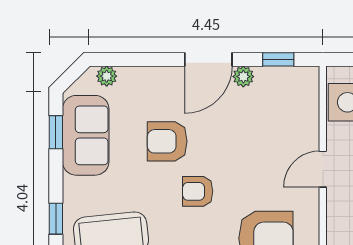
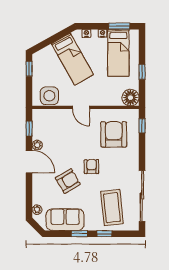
window: (56, 132) -> (79, 234), moved
armchair: (167, 141) -> (68, 181), turned -120
armchair: (198, 191) -> (92, 167), turned 180

